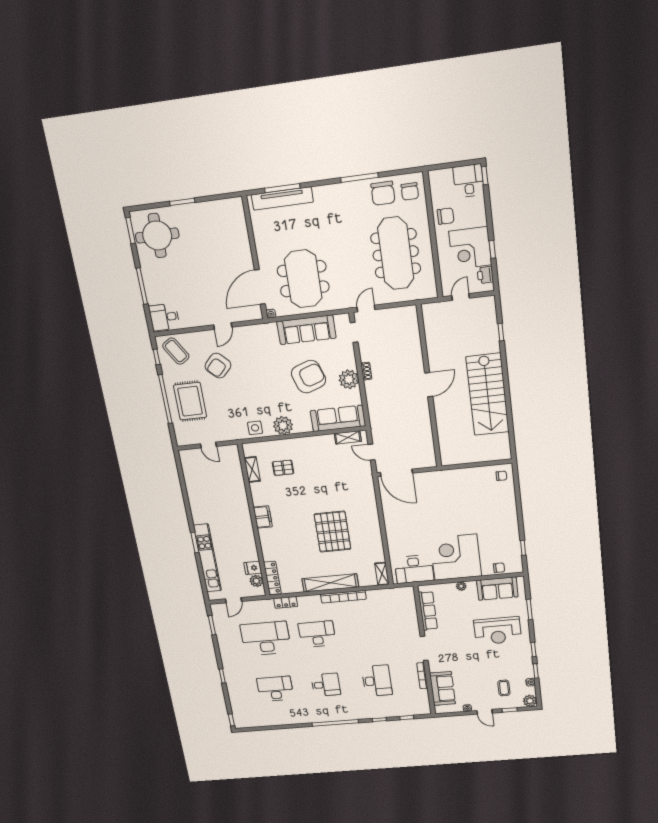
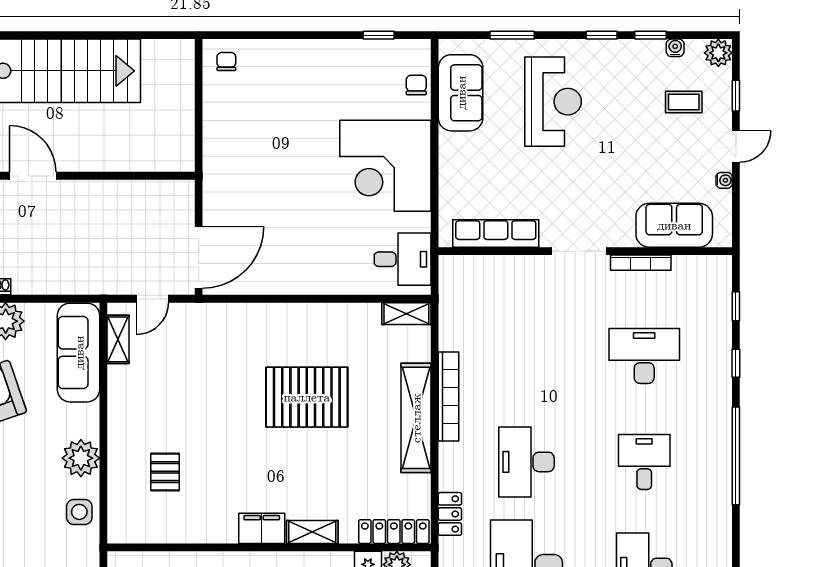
shelving: (252, 469) -> (312, 532), moved
desk: (414, 569) -> (403, 259), width x0.73
plant: (461, 586) -> (448, 162), removed

